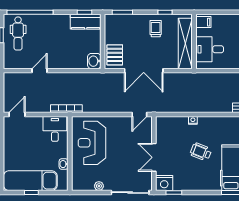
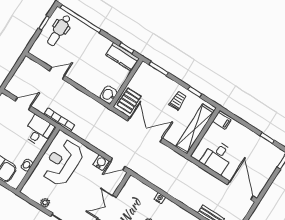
desk: (210, 49) -> (217, 157), moved, turned -90
double door: (144, 71) -> (145, 130), swing flipped
door: (17, 115) -> (23, 104), moved
water cooler: (124, 122) -> (101, 163), added

